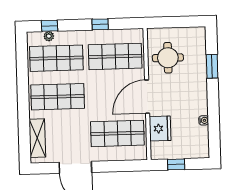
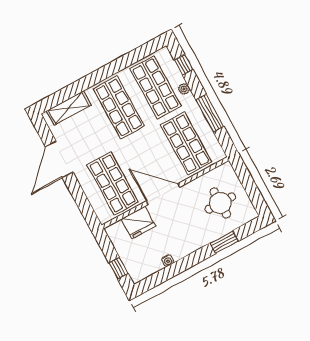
window: (100, 24) -> (210, 113), width x2.17
plant: (49, 36) -> (184, 89), moved
round table: (168, 58) -> (220, 203), moved
window: (176, 164) -> (119, 268), moved

